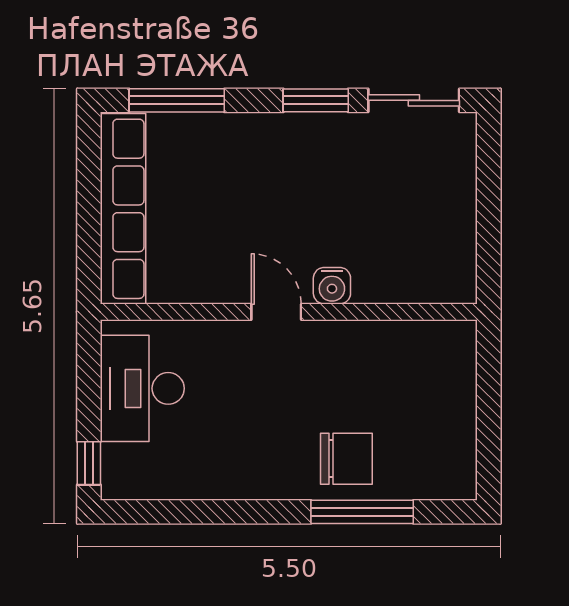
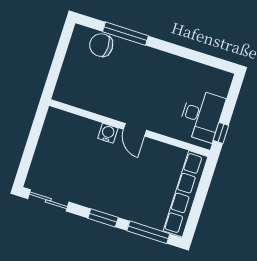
window: (316, 100) -> (103, 218), moved
chair: (346, 459) -> (101, 45), moved
window: (89, 463) -> (221, 133), moved

